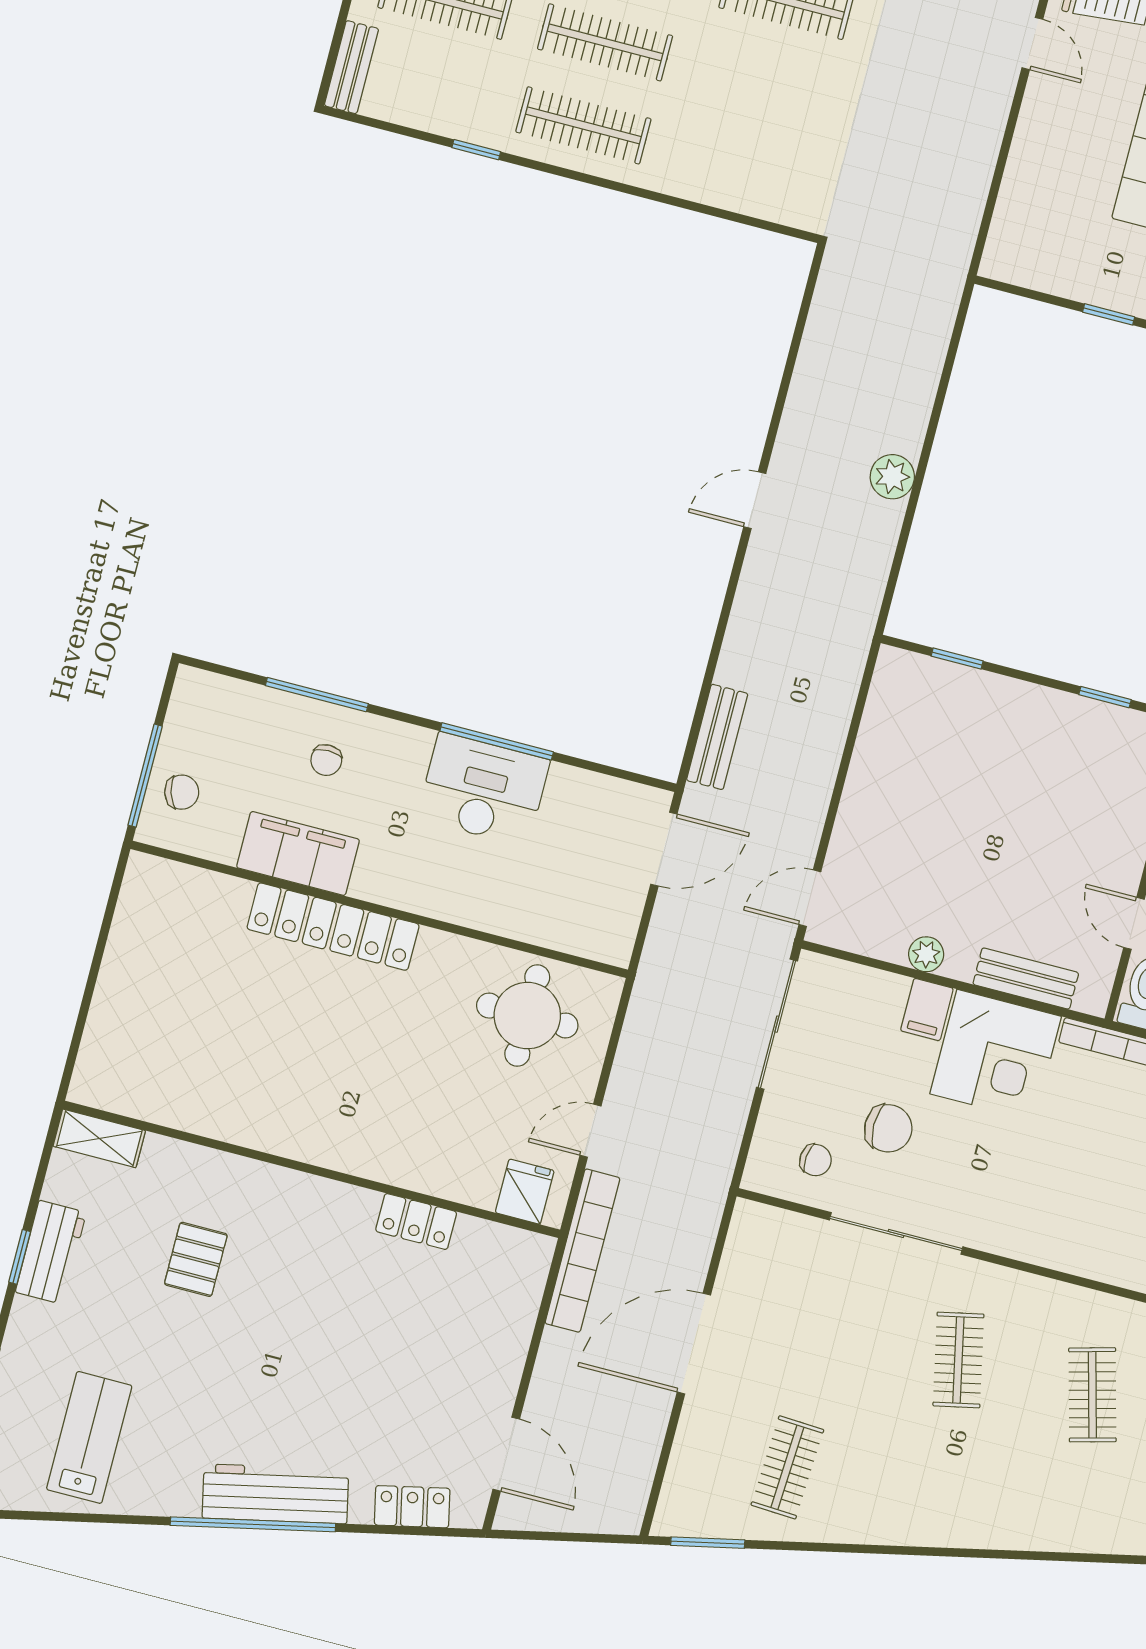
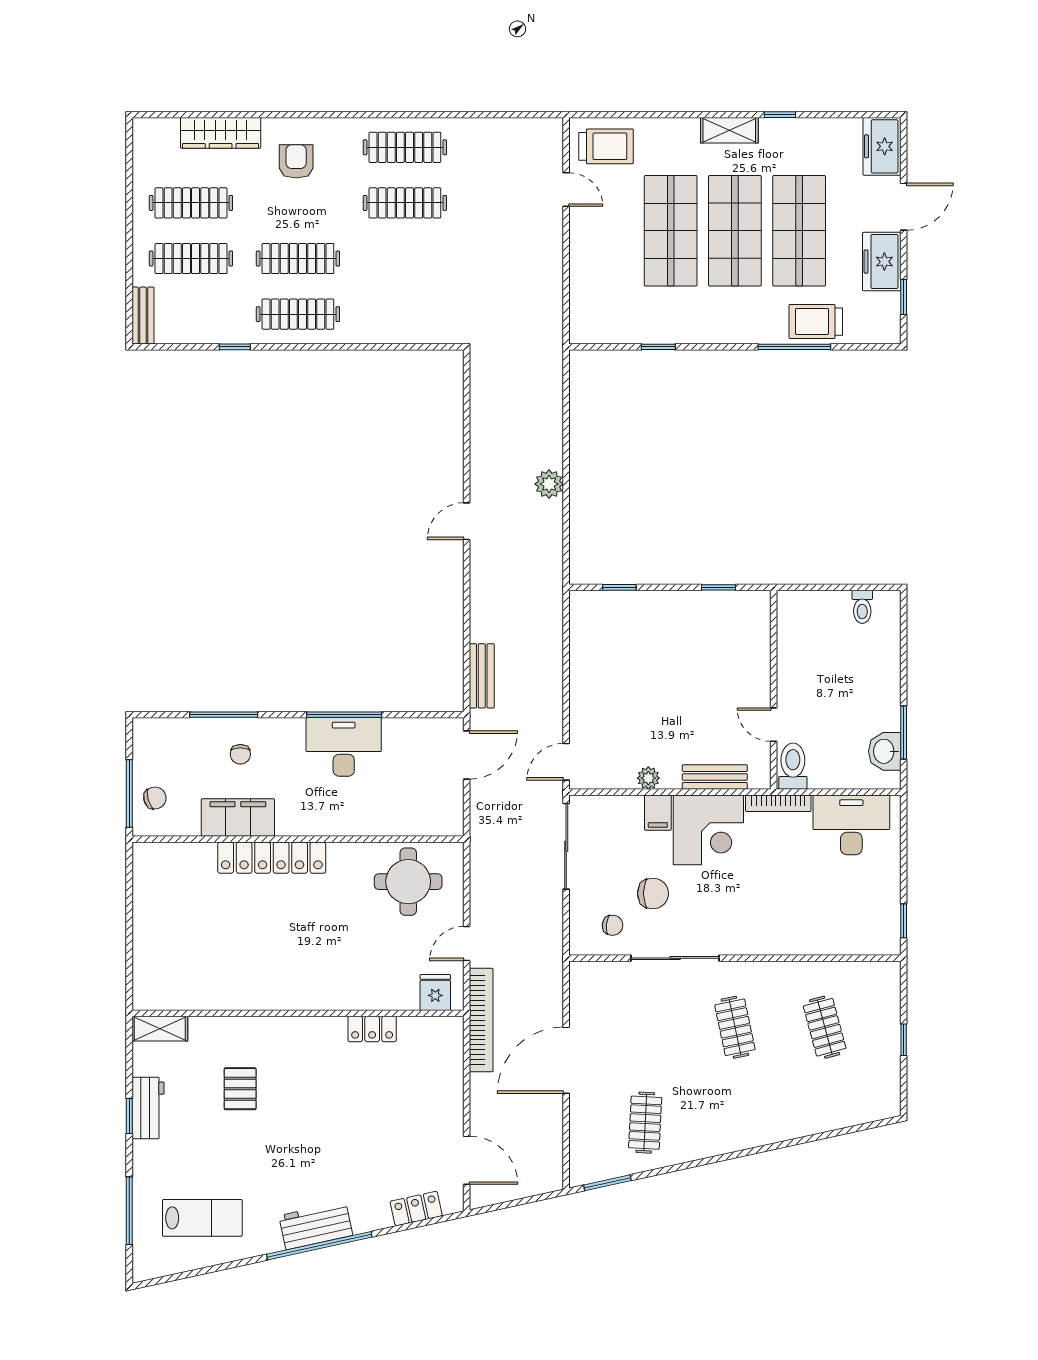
lab bench: (89, 1437) -> (202, 1218), turned 90
workbench: (275, 1494) -> (316, 1226), width x0.73

